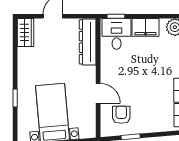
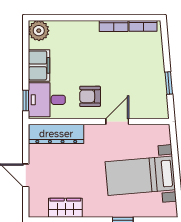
wardrobe: (25, 33) -> (65, 208), moved
armchair: (121, 115) -> (90, 96), moved

